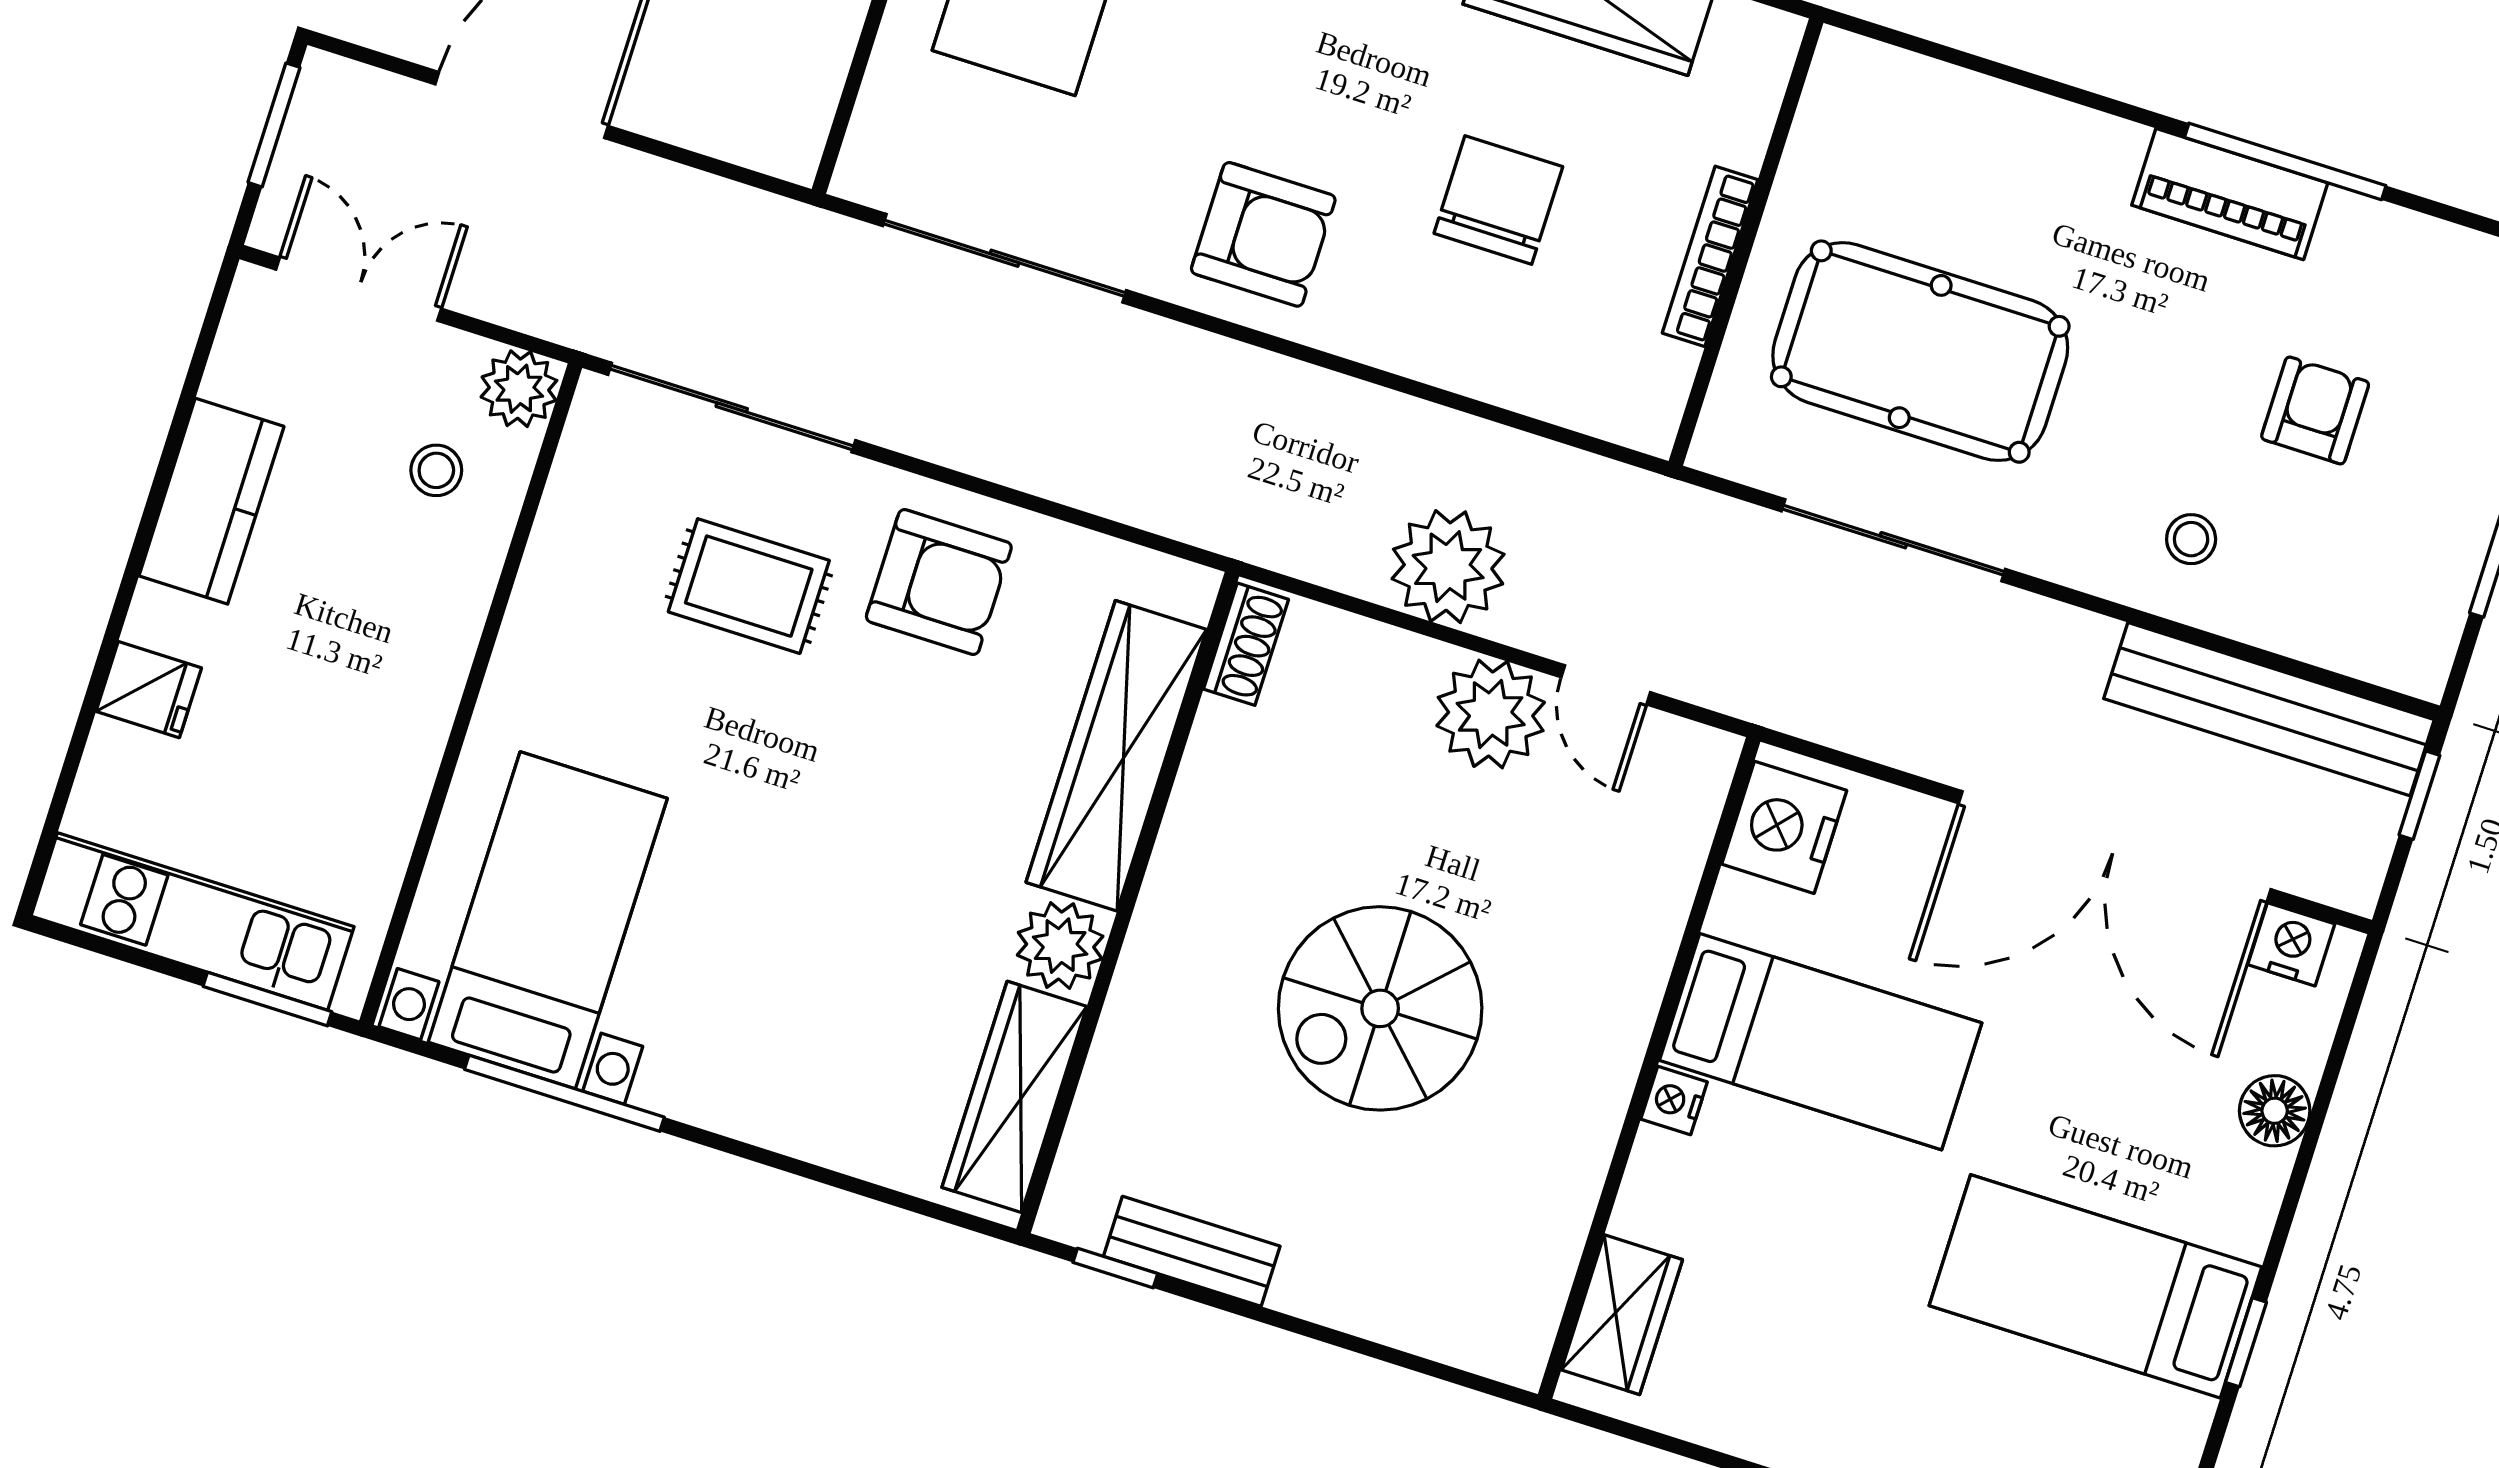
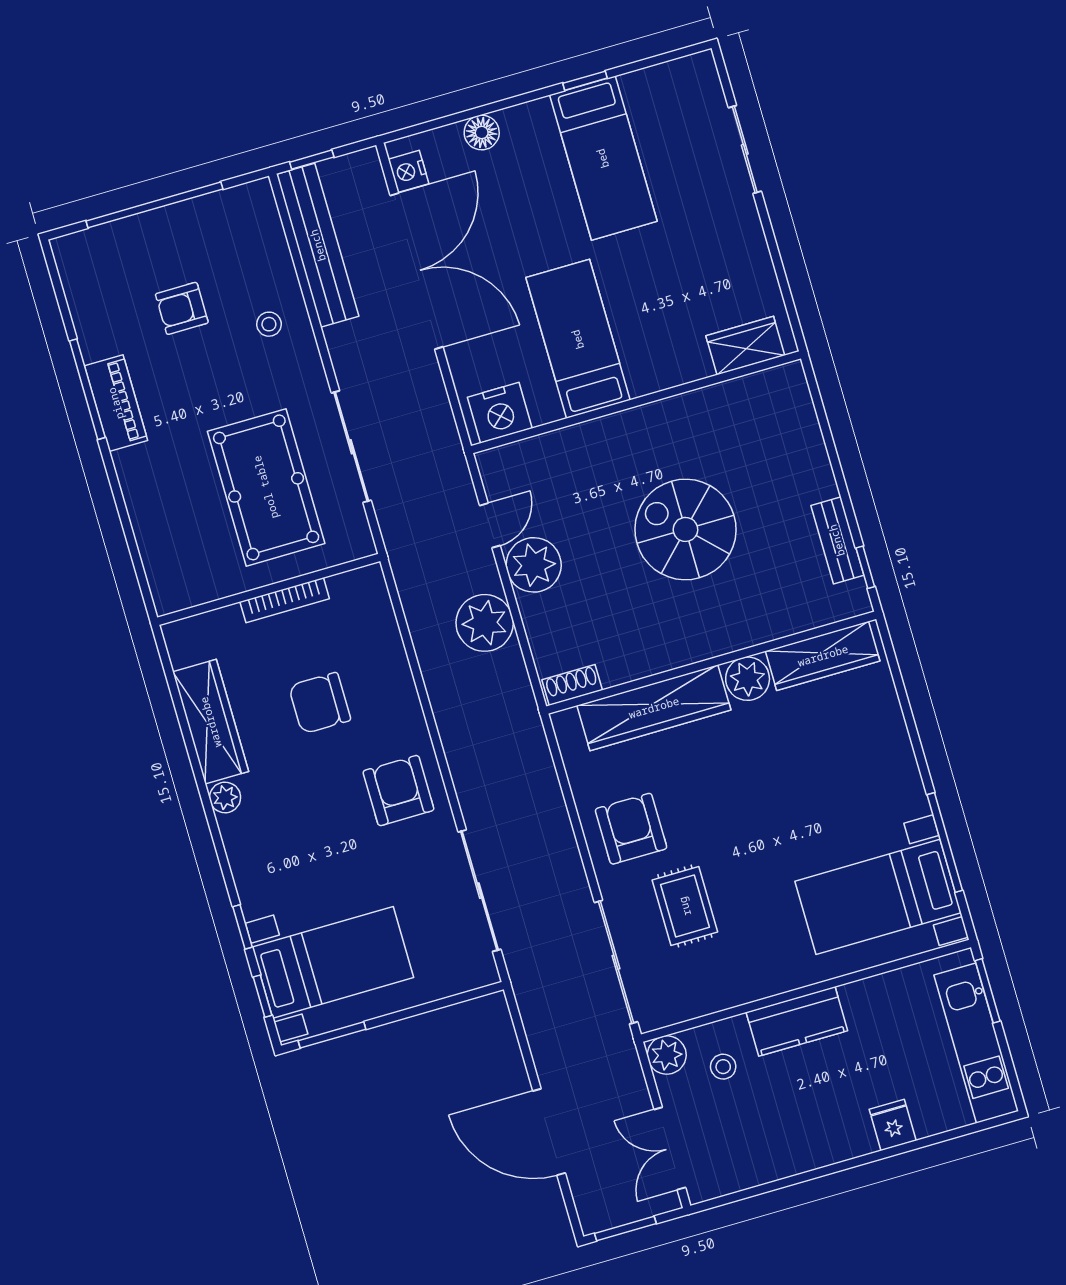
kitchen counter: (211, 501) -> (797, 1021), moved, turned 180
spiral stairs: (1380, 1008) -> (685, 529), turned 180
nightstand: (1674, 1101) -> (643, 383), removed

